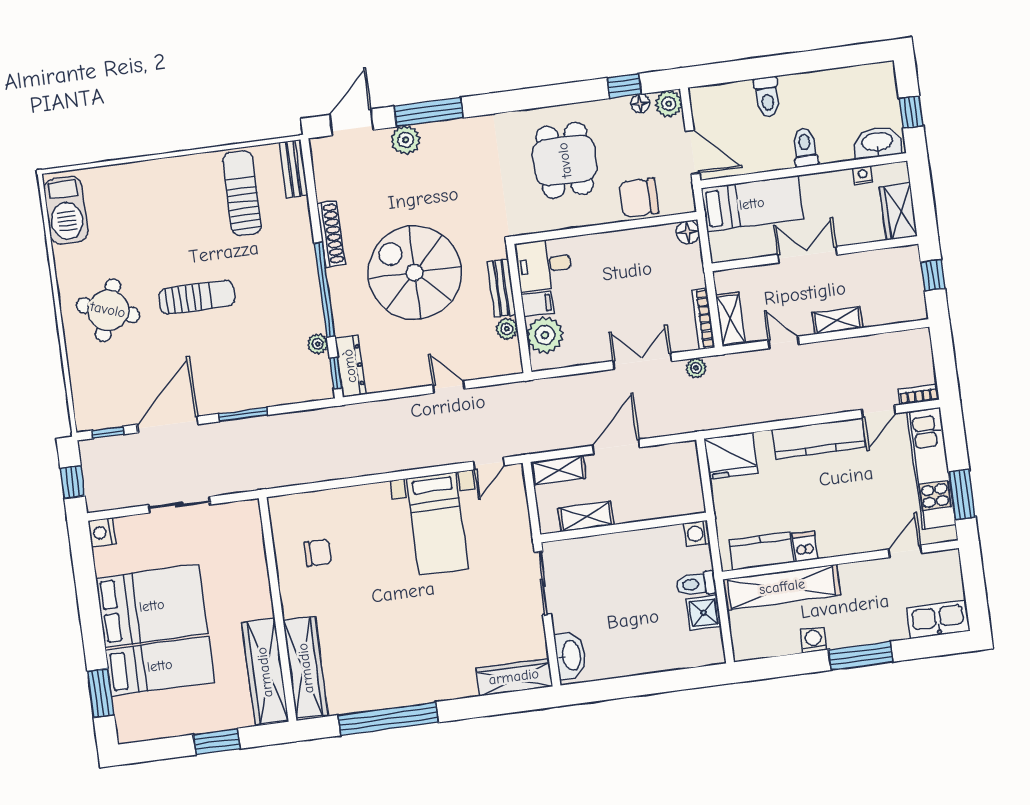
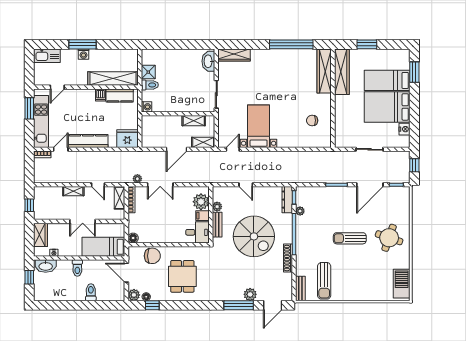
nightstand: (102, 533) -> (405, 129), moved
washing machine: (813, 640) -> (83, 54), moved

